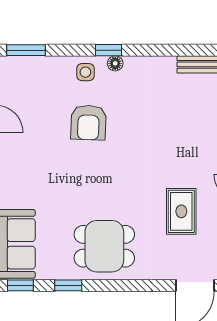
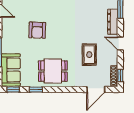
armchair: (88, 123) -> (37, 30), moved

